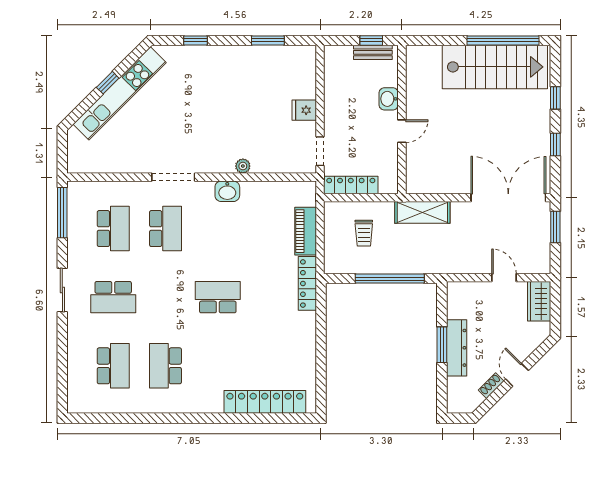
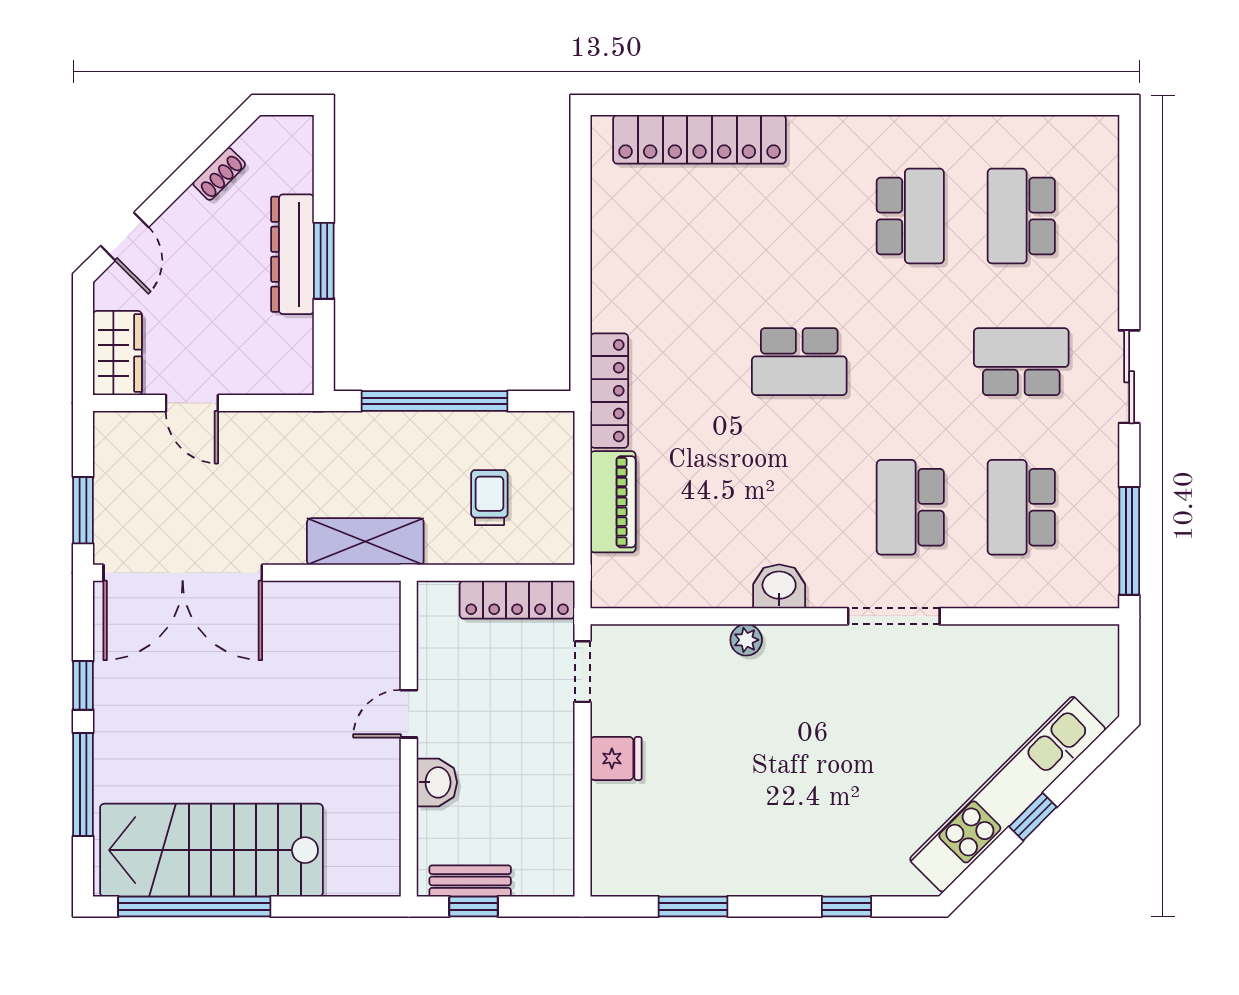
window: (555, 98) -> (83, 785), width x2.17
door: (517, 375) -> (125, 237), moved

